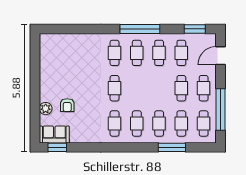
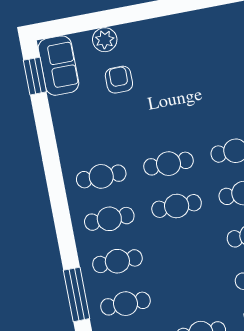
cafe table: (181, 88) -> (177, 206), moved
armchair: (67, 105) -> (119, 80), turned 90

